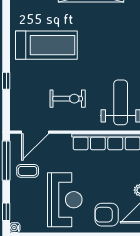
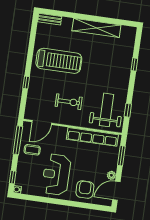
reception desk: (65, 200) -> (56, 174), turned 180
armchair: (107, 215) -> (85, 190), turned 90

